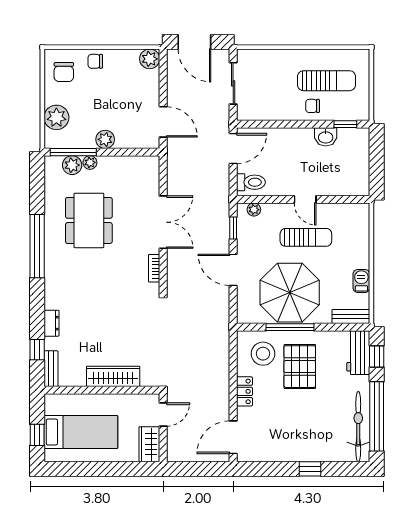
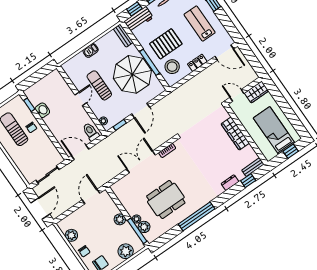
plant: (150, 59) -> (71, 235), moved
barbecue: (361, 281) -> (91, 50), moved
lab bench: (296, 431) -> (200, 24), added

